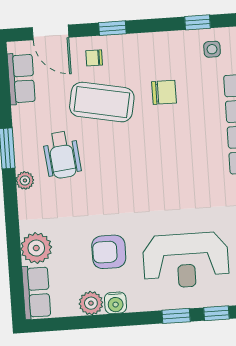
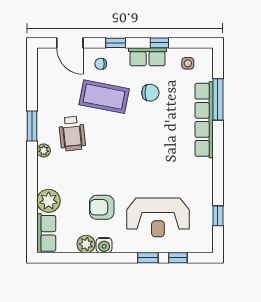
window: (197, 22) -> (159, 43), moved
row of seats: (21, 79) -> (148, 57), moved, turned 90

